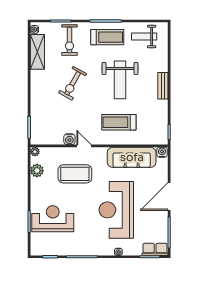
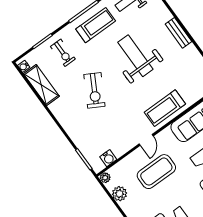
exercise bike: (69, 40) -> (63, 53), width x0.73, depth x0.72
weight bench: (120, 80) -> (135, 56), turned 180
treadmill: (119, 122) -> (165, 108), moved
water cooler: (69, 139) -> (108, 158), moved
door: (84, 146) -> (146, 140), swing flipped

